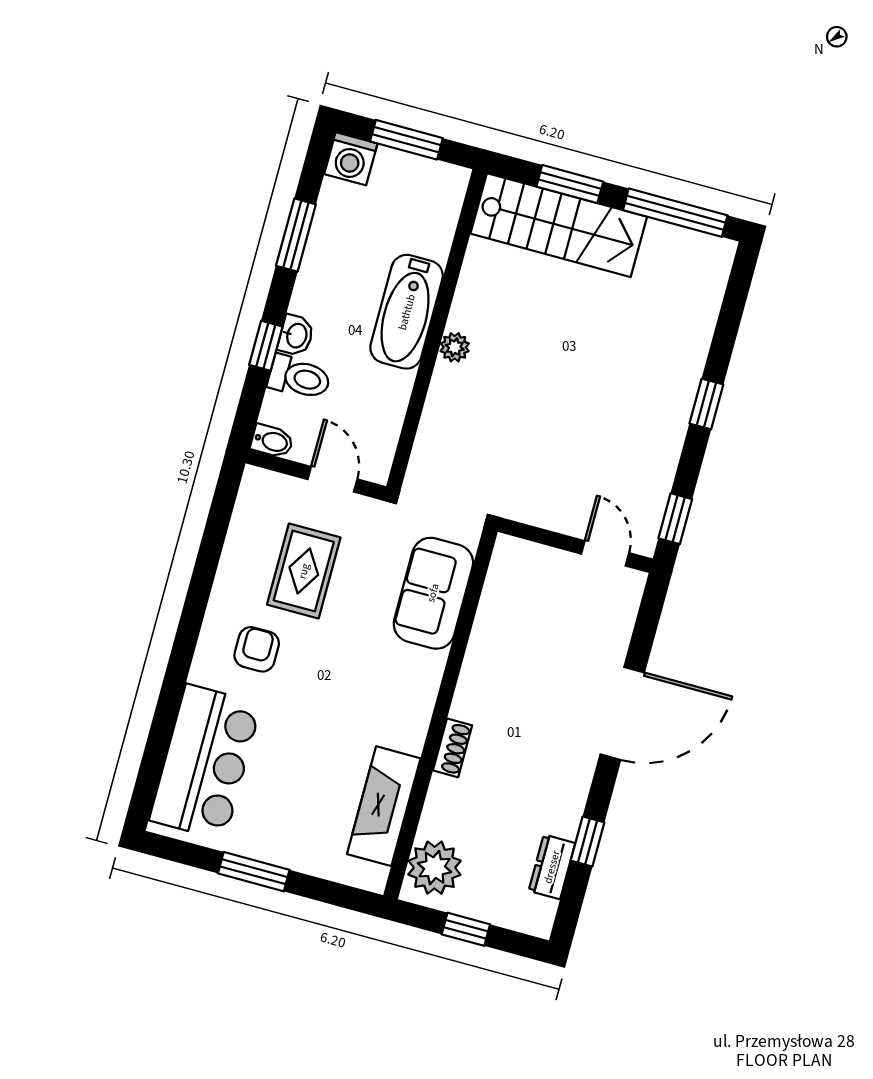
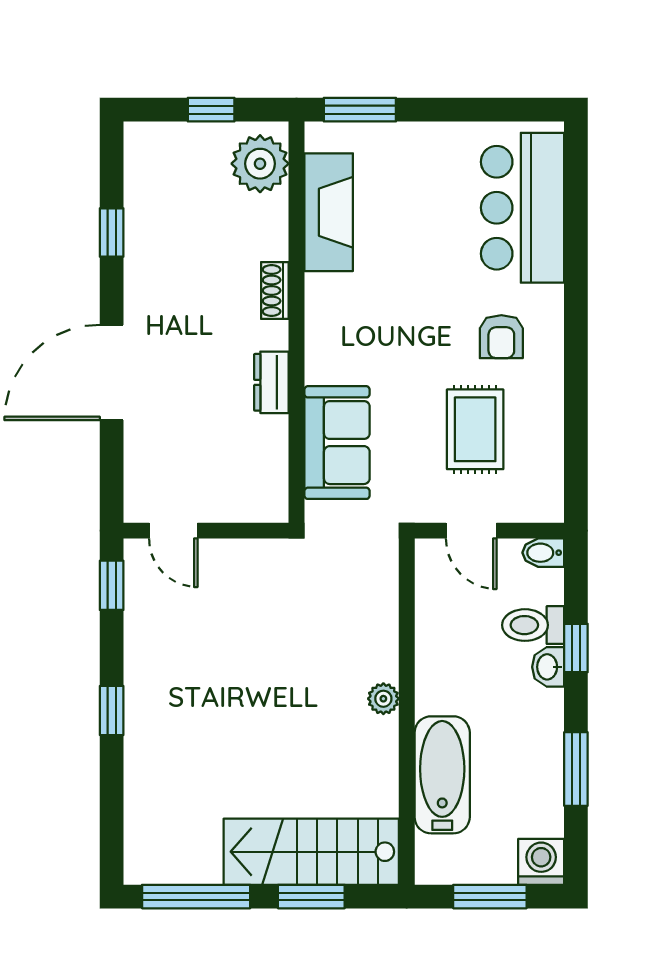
bathtub: (407, 312) -> (442, 775), moved
dresser: (552, 867) -> (271, 382), moved, turned 180
window: (254, 872) -> (360, 110), moved

